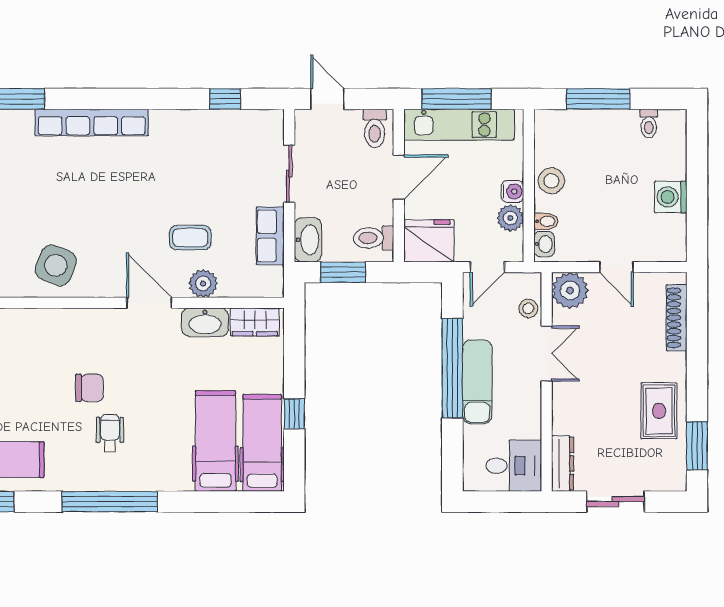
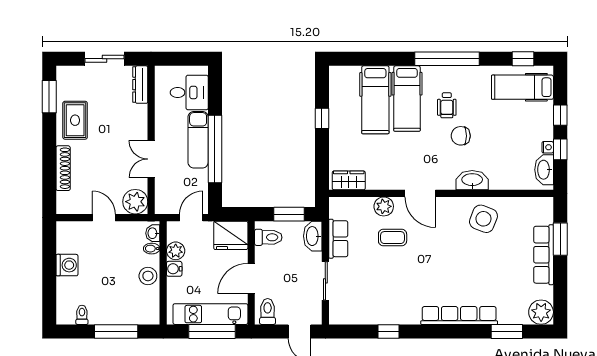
window: (225, 99) -> (388, 331), moved
stool: (528, 308) -> (164, 190), removed
shoe rack: (677, 318) -> (63, 168), moved
washbasin: (205, 322) -> (472, 180), moved
hospital bed: (262, 443) -> (407, 99), moved
desk: (514, 466) -> (189, 92), moved, turned 180

